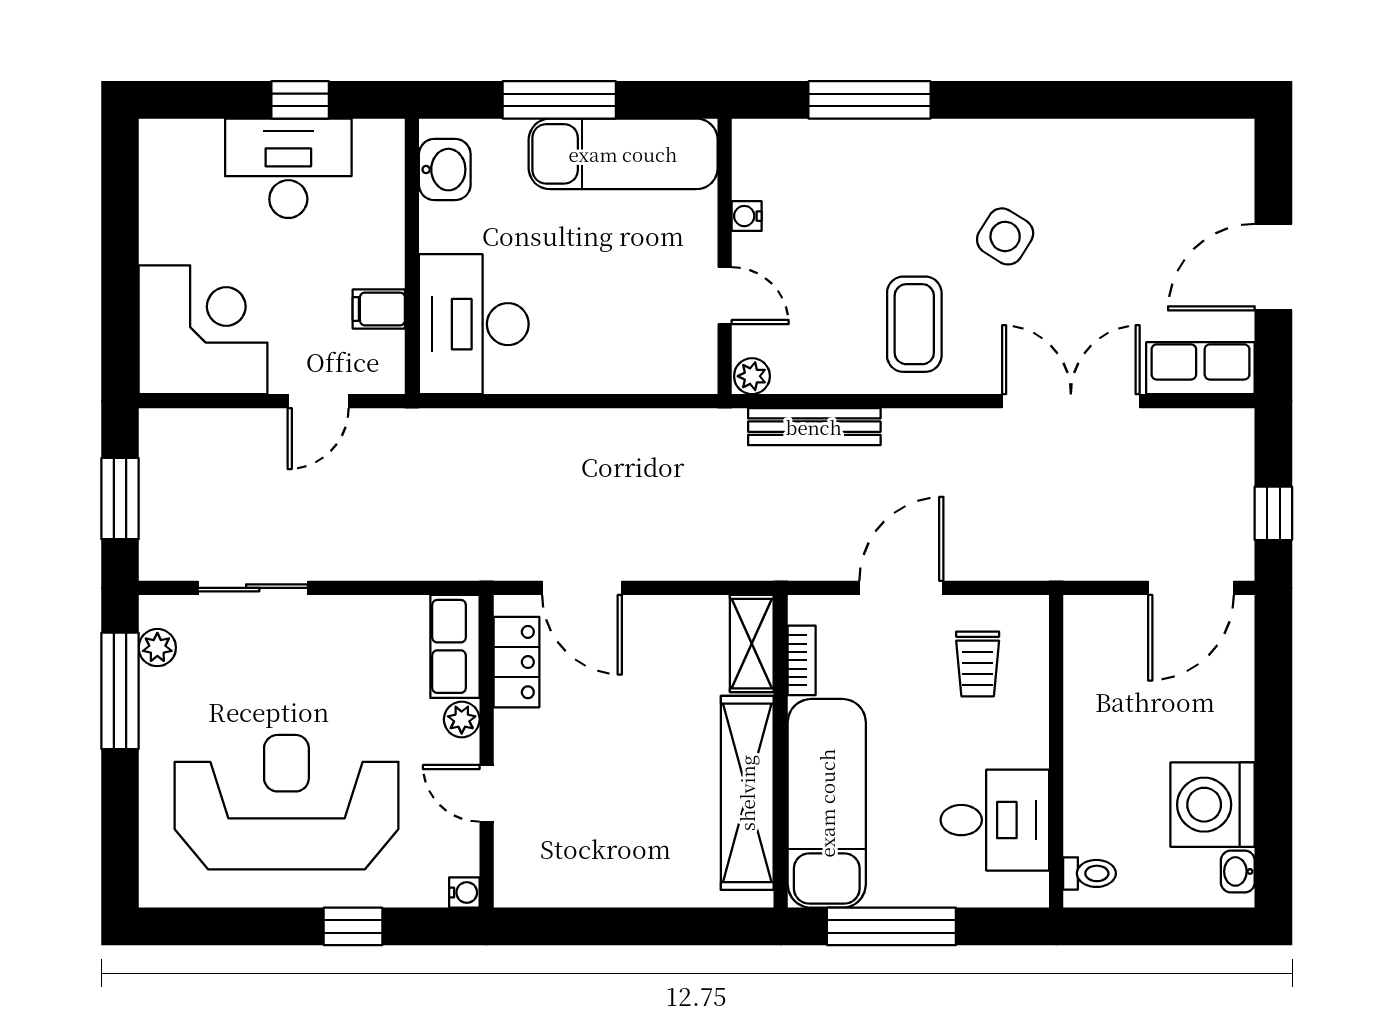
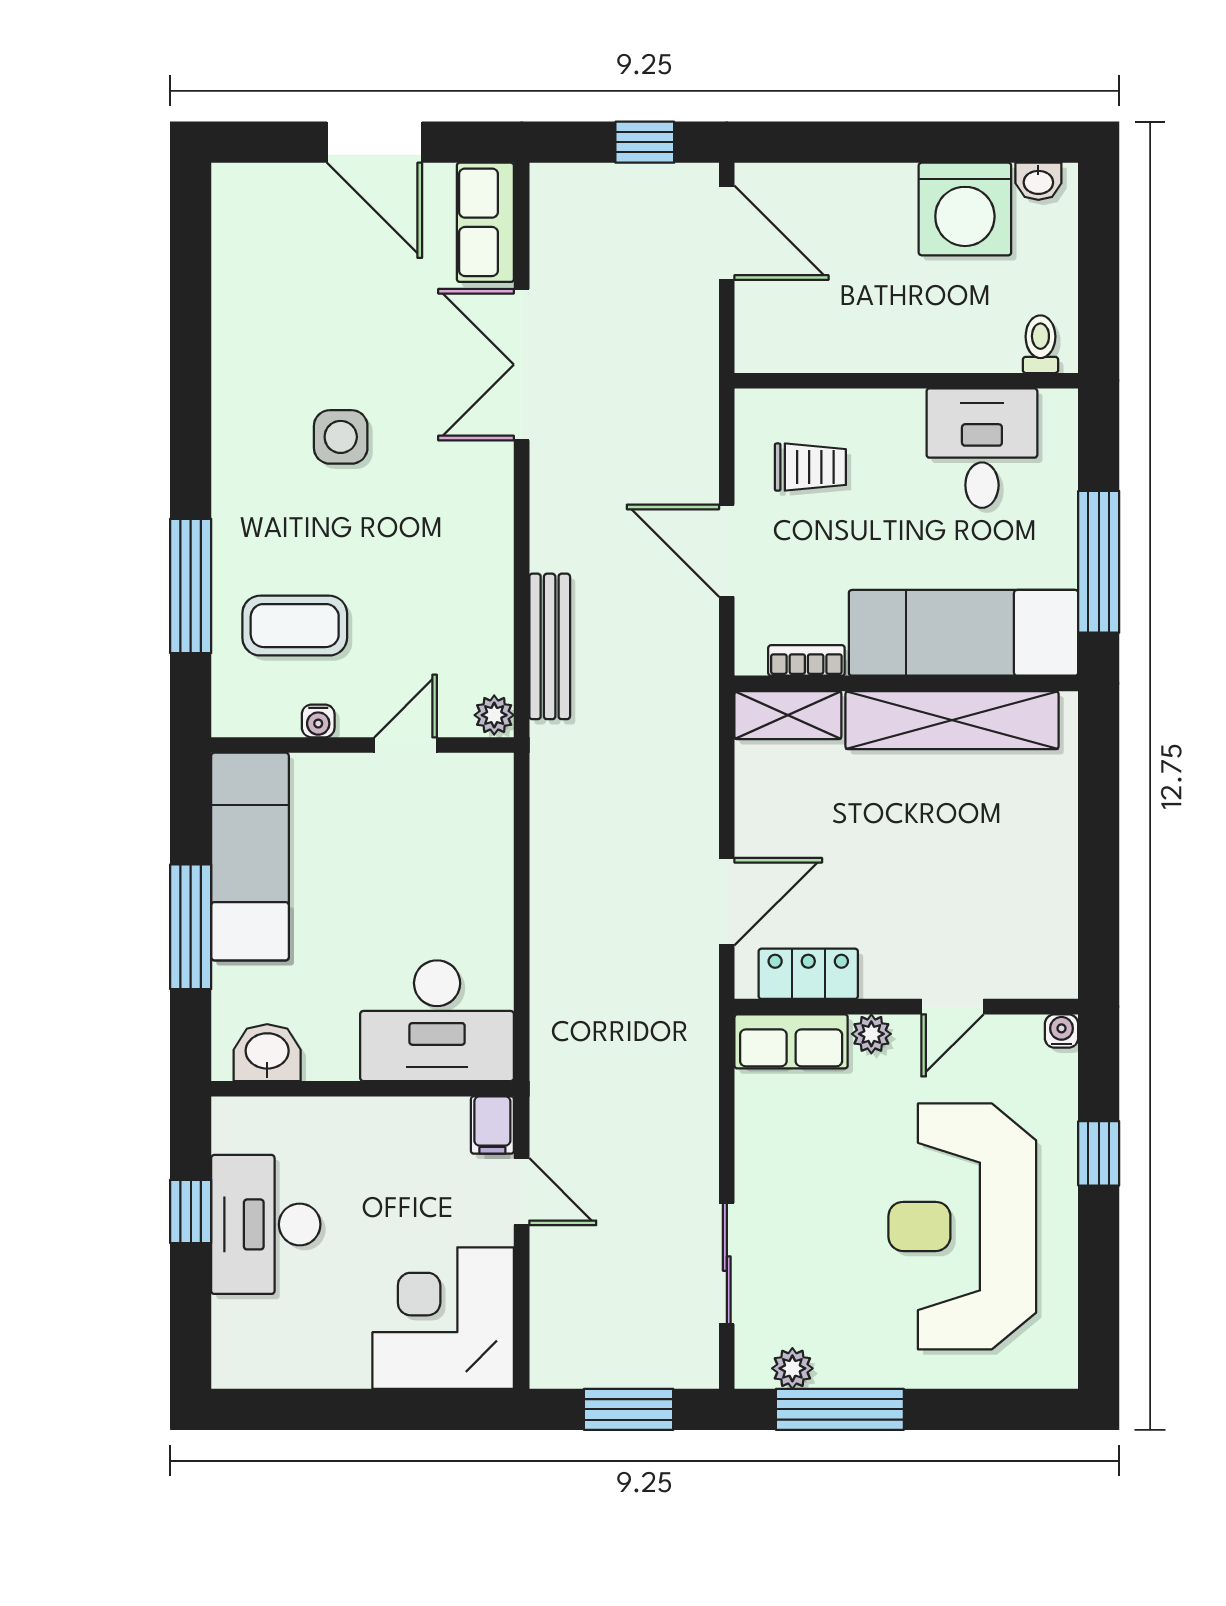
side table: (1005, 236) -> (341, 437), turned -32
filing cabinet: (379, 309) -> (492, 1125), moved
coffee table: (914, 324) -> (295, 626), moved

